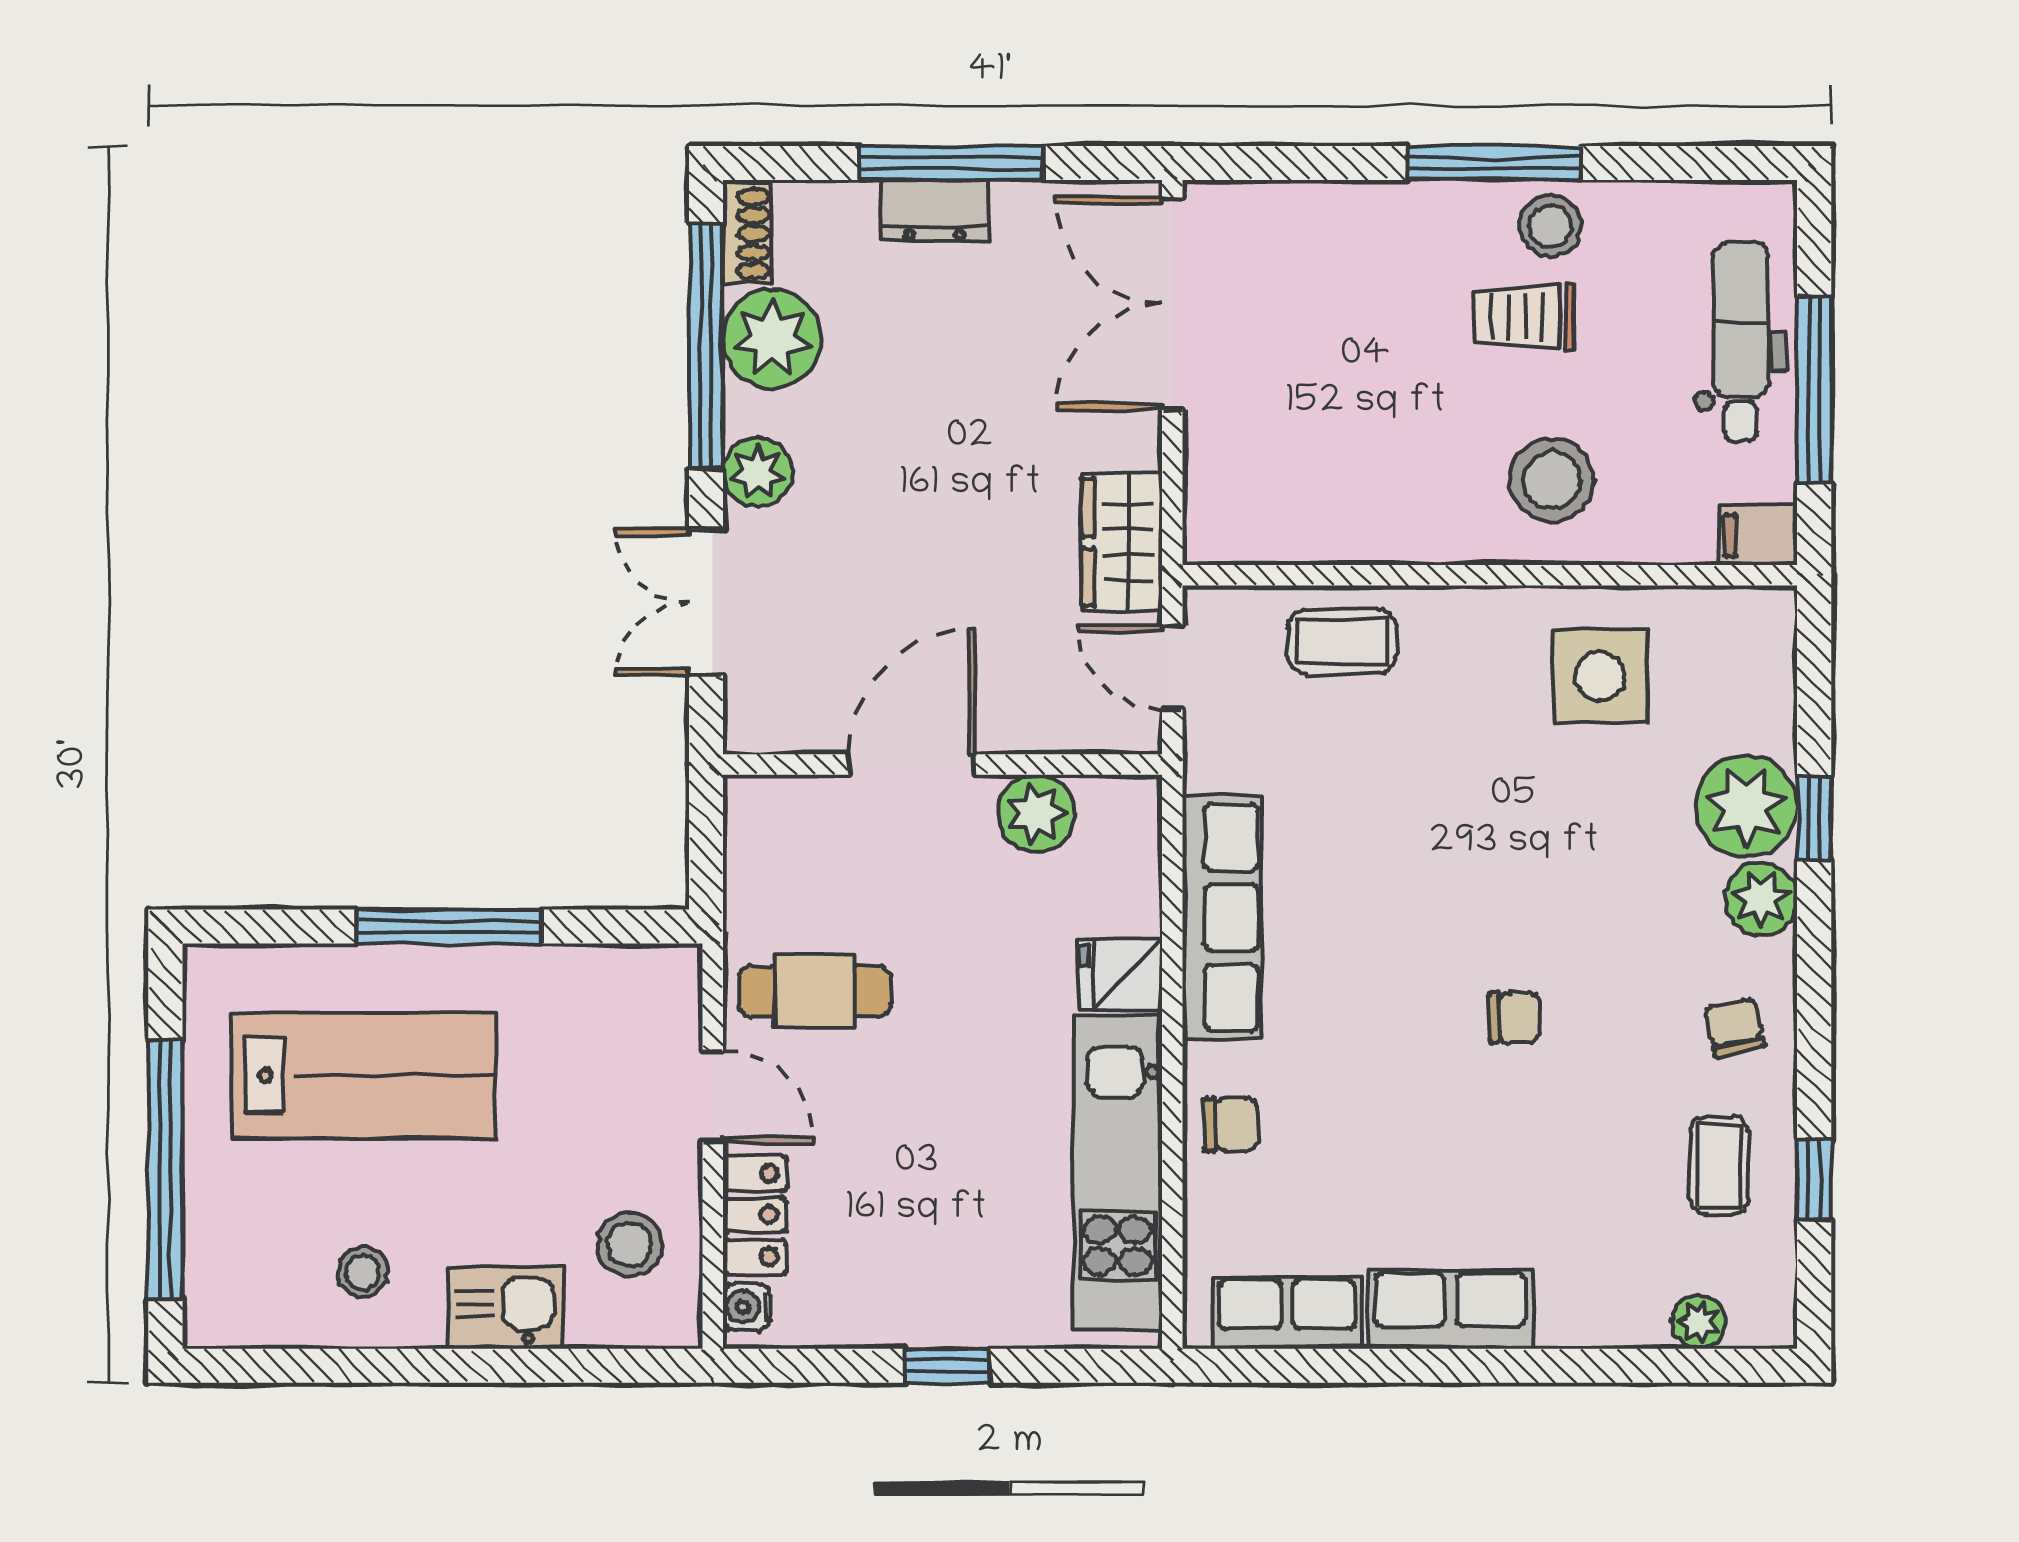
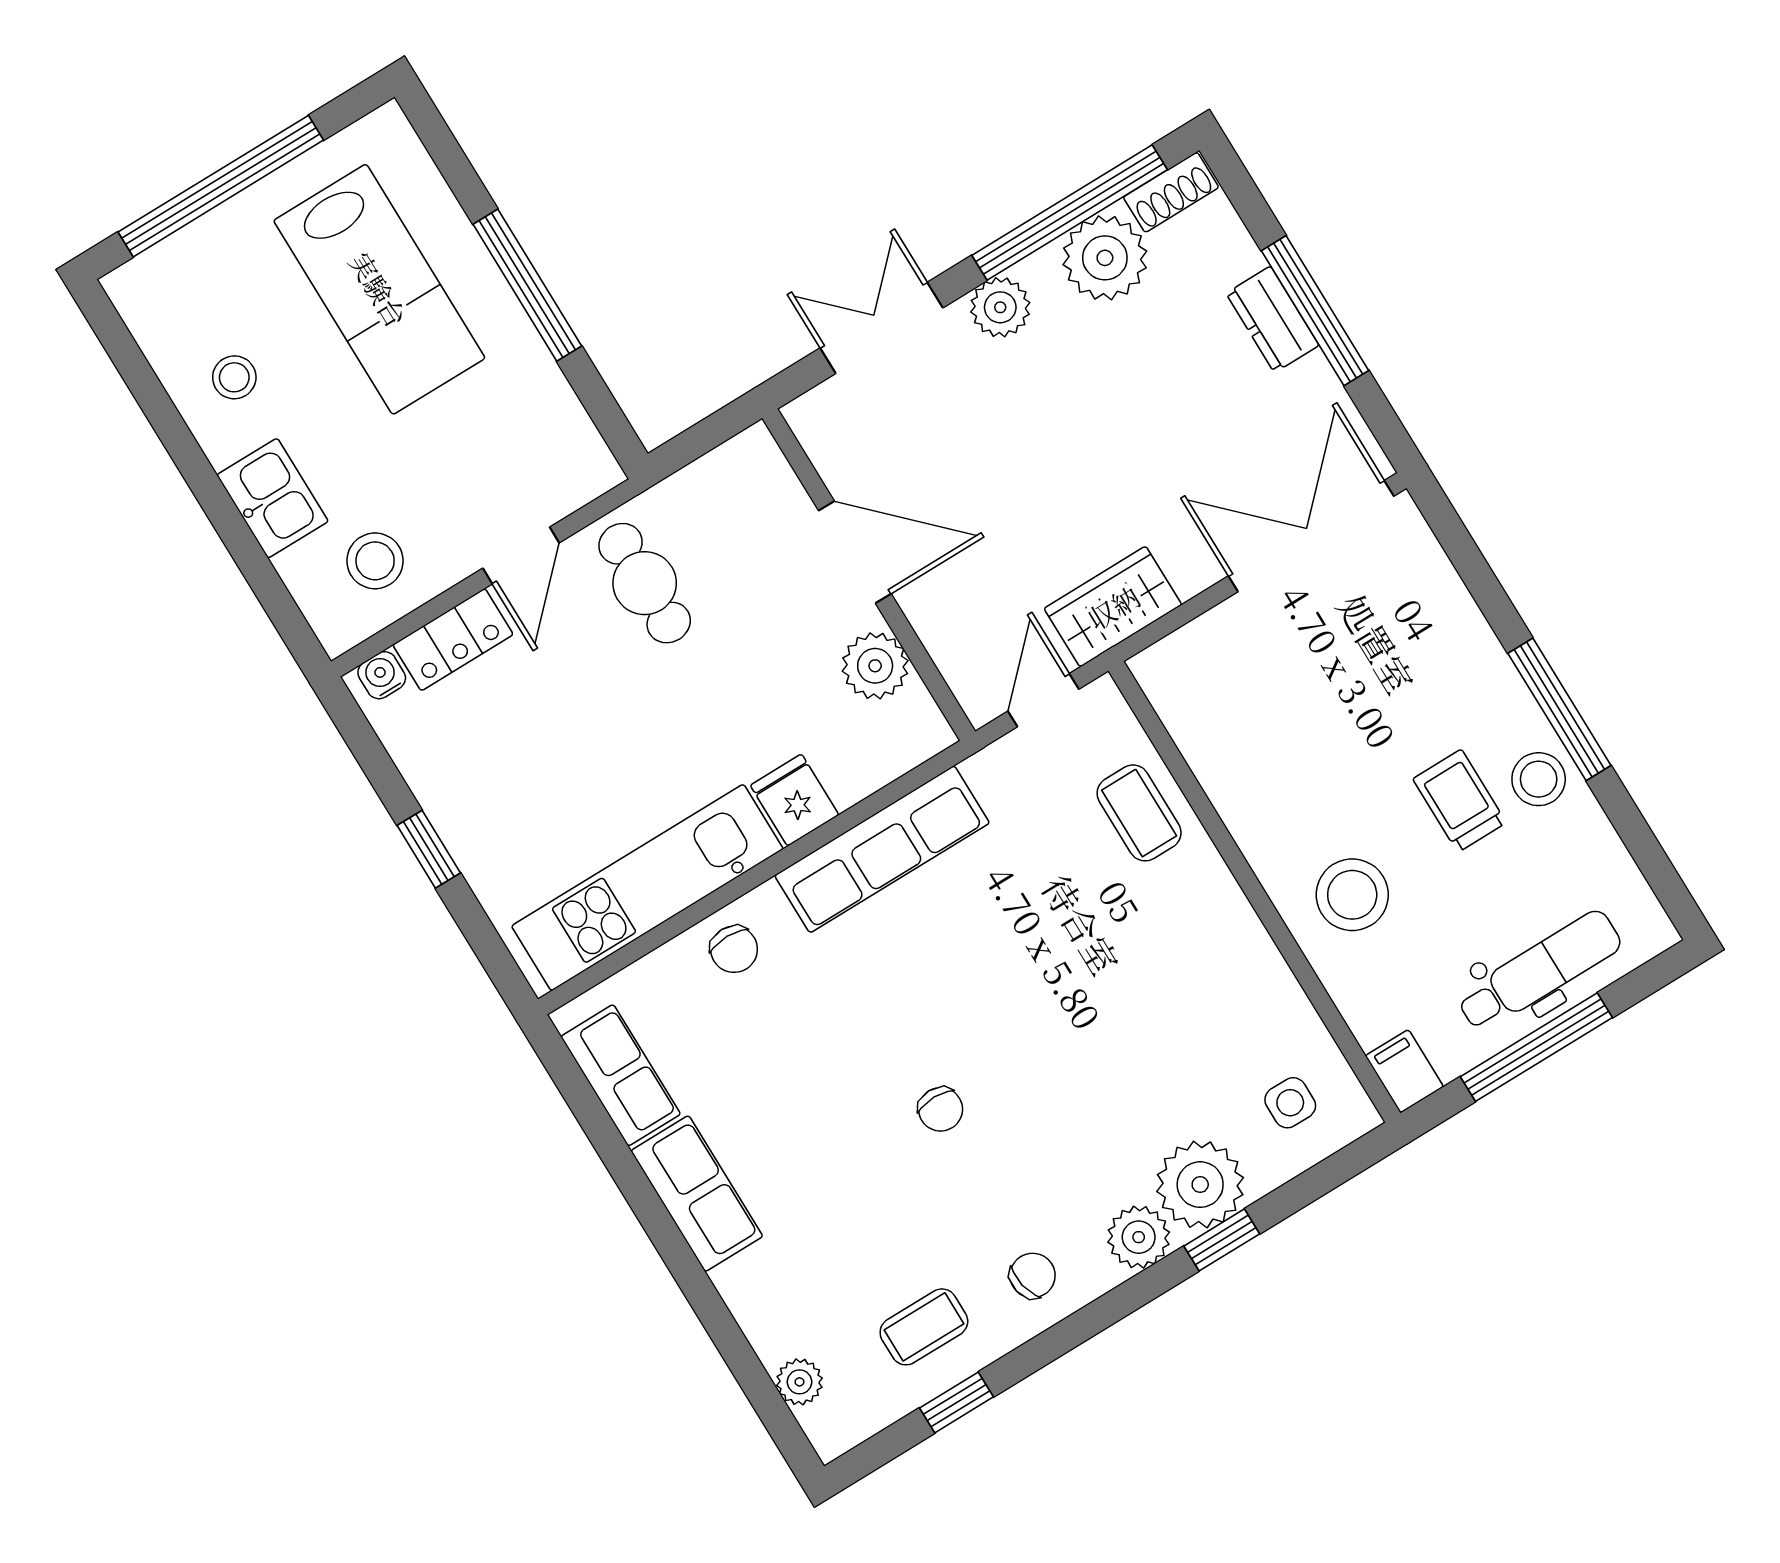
side table: (1600, 676) -> (1290, 1103), moved, width x0.54, depth x0.54

